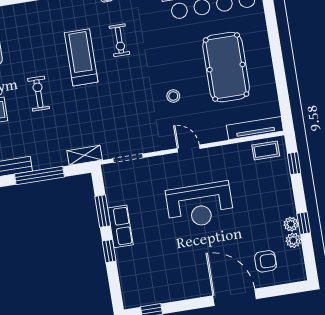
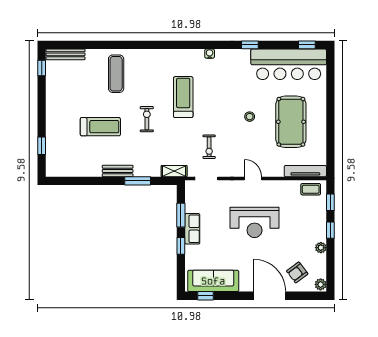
exercise bike: (119, 40) -> (209, 147), moved
stool: (173, 96) -> (250, 117), moved
window: (39, 176) -> (138, 181), width x0.69
window: (304, 223) -> (330, 230), moved
plant: (293, 240) -> (321, 284), moved
armchair: (266, 261) -> (297, 272), turned 143
sofa: (158, 290) -> (213, 281), added

